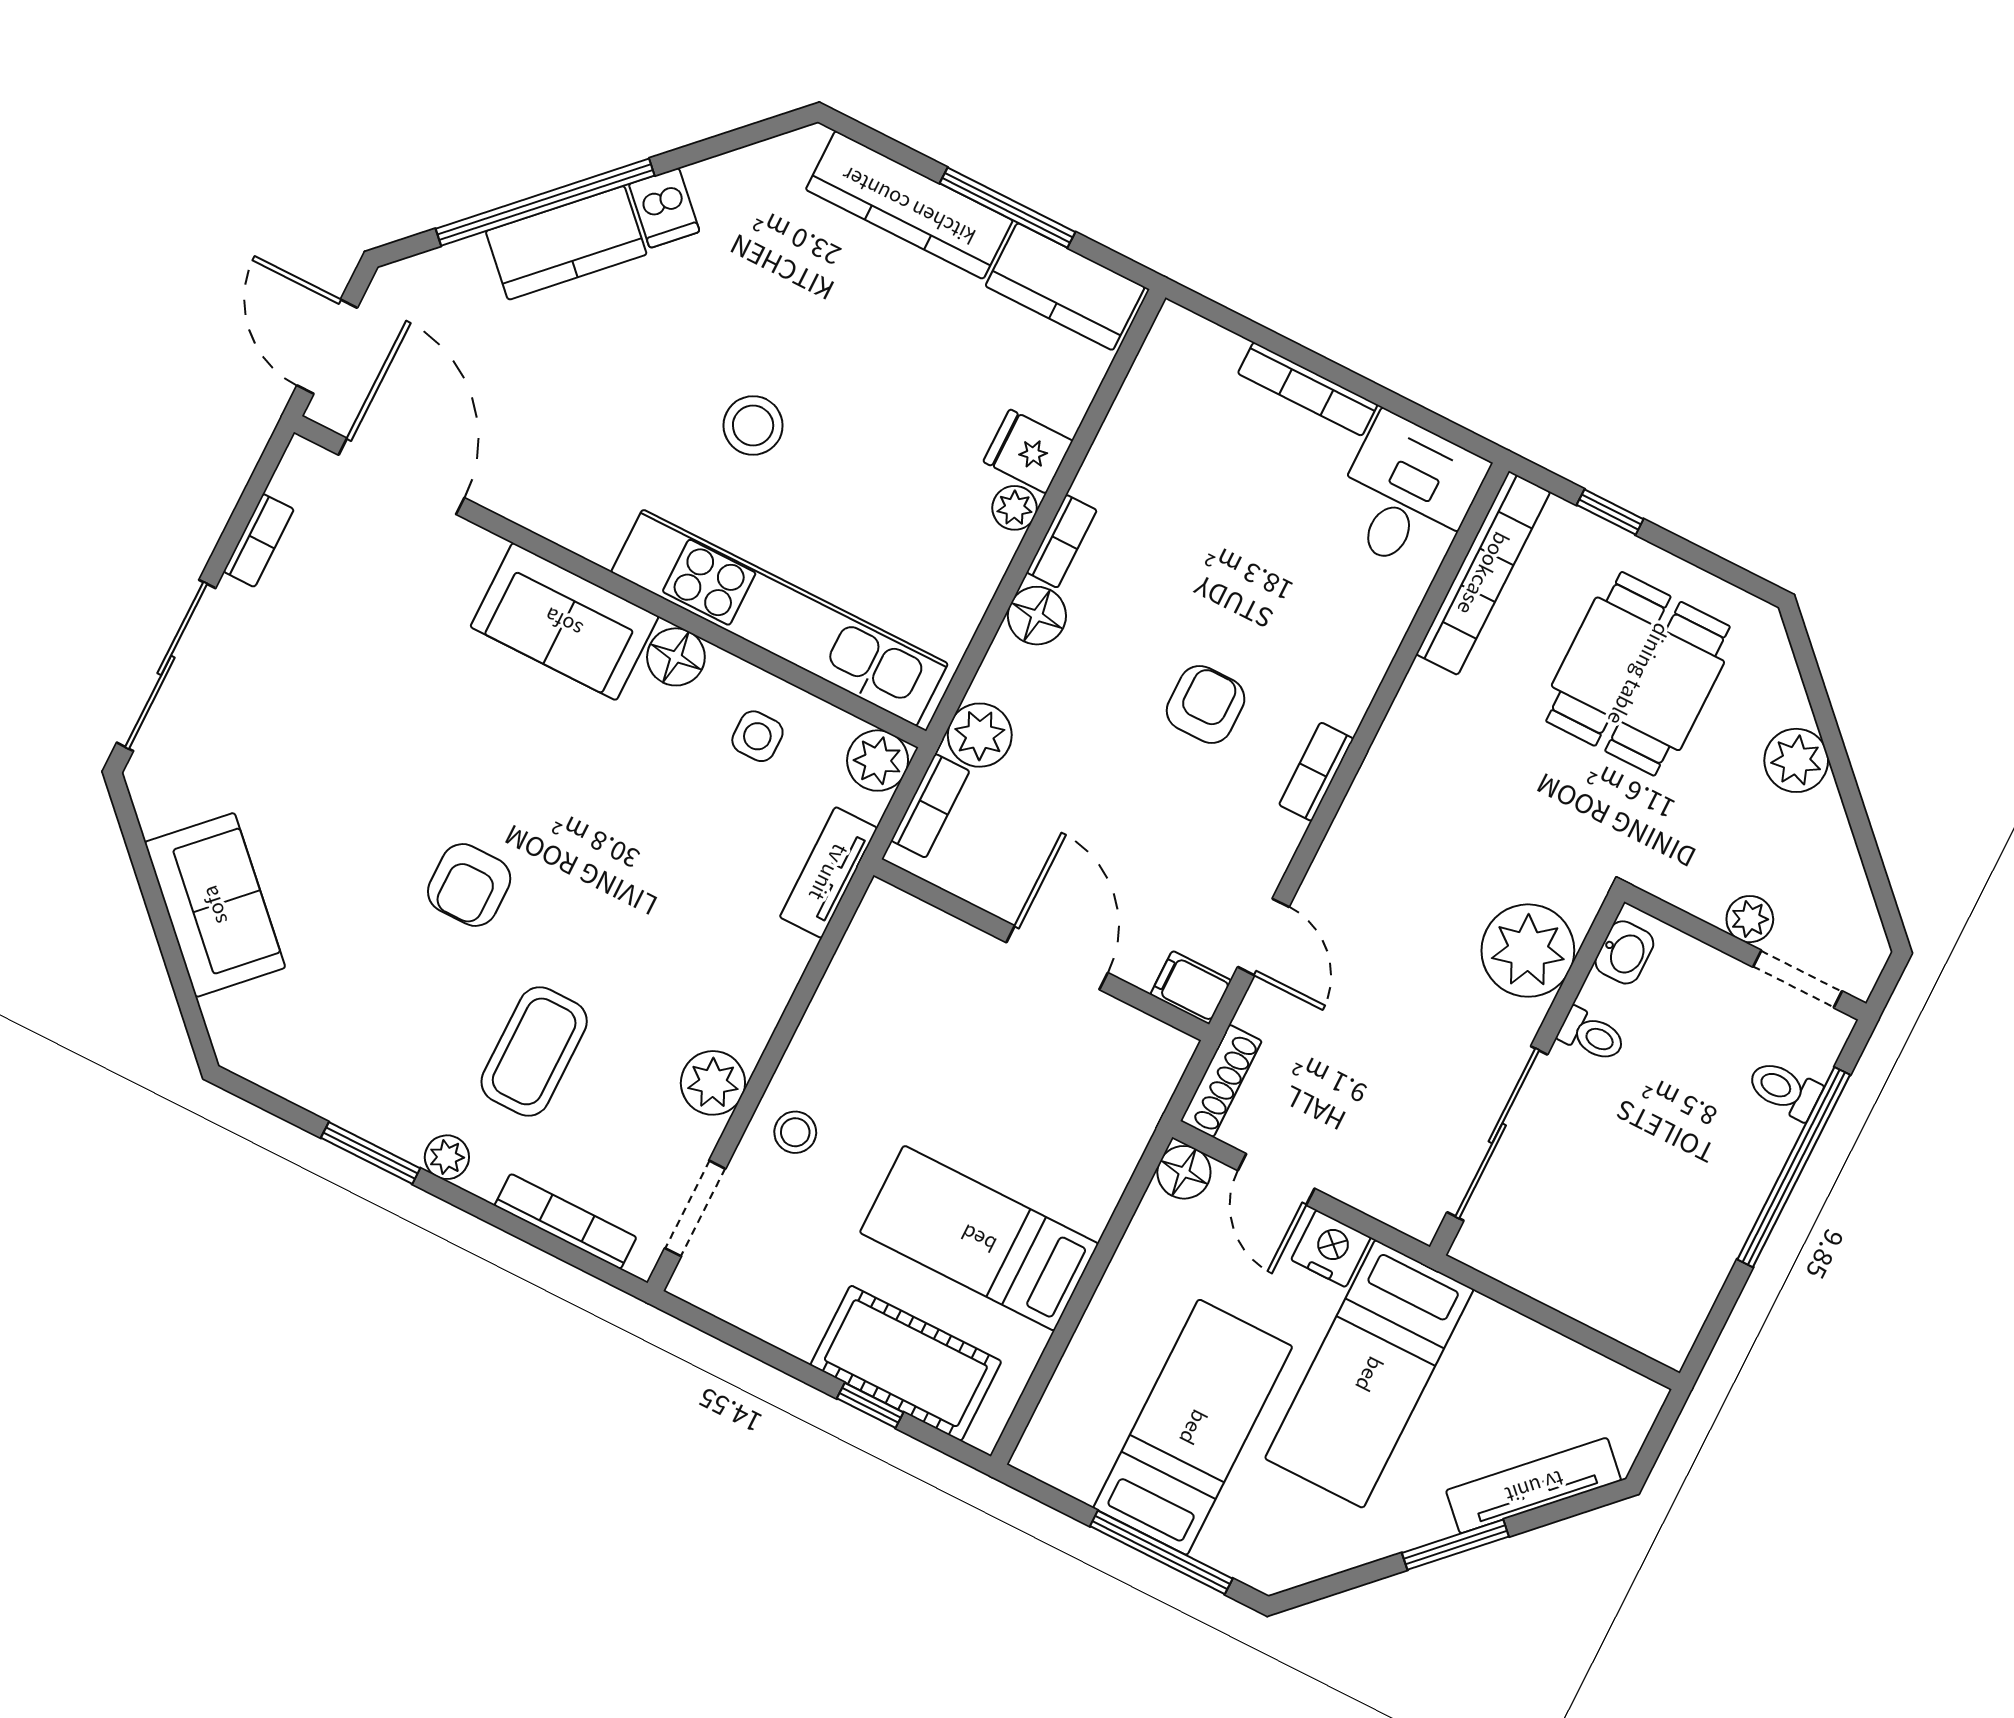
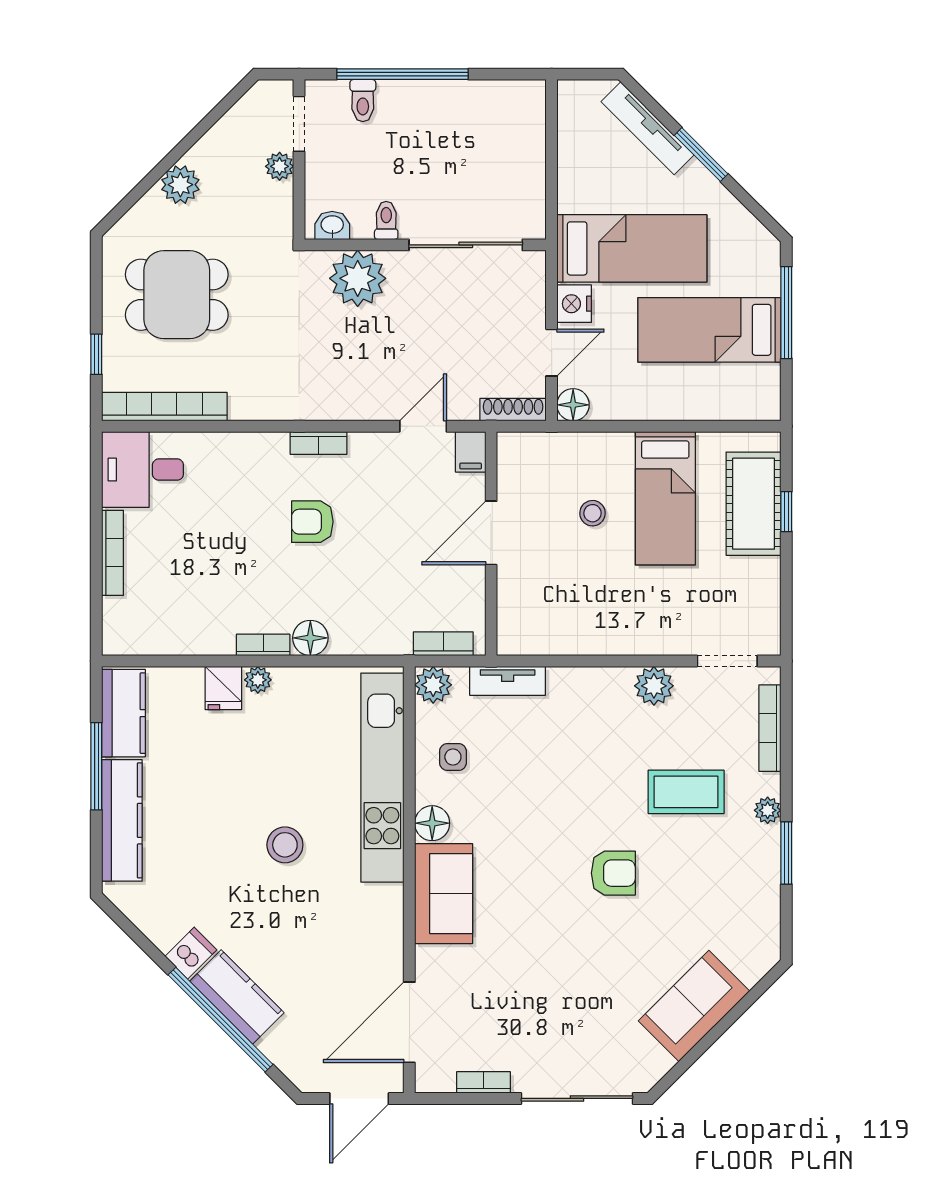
plant: (980, 735) -> (391, 636), removed
stool: (795, 1132) -> (592, 513), moved

